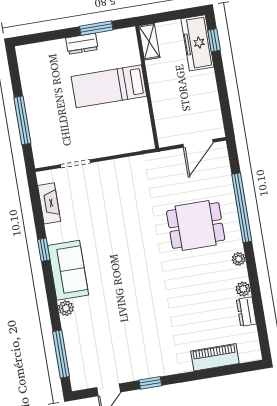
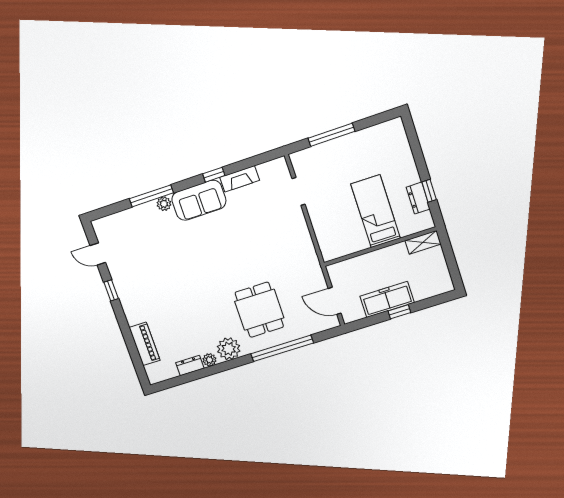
window: (96, 28) -> (429, 191), width x0.67
window: (214, 40) -> (399, 312), moved
freezer: (197, 43) -> (387, 299), moved
dresser: (82, 44) -> (418, 198), moved
fireplace: (49, 203) -> (240, 179), moved
plant: (239, 259) -> (229, 349), width x1.88, depth x1.88
window: (61, 354) -> (151, 196), moved

